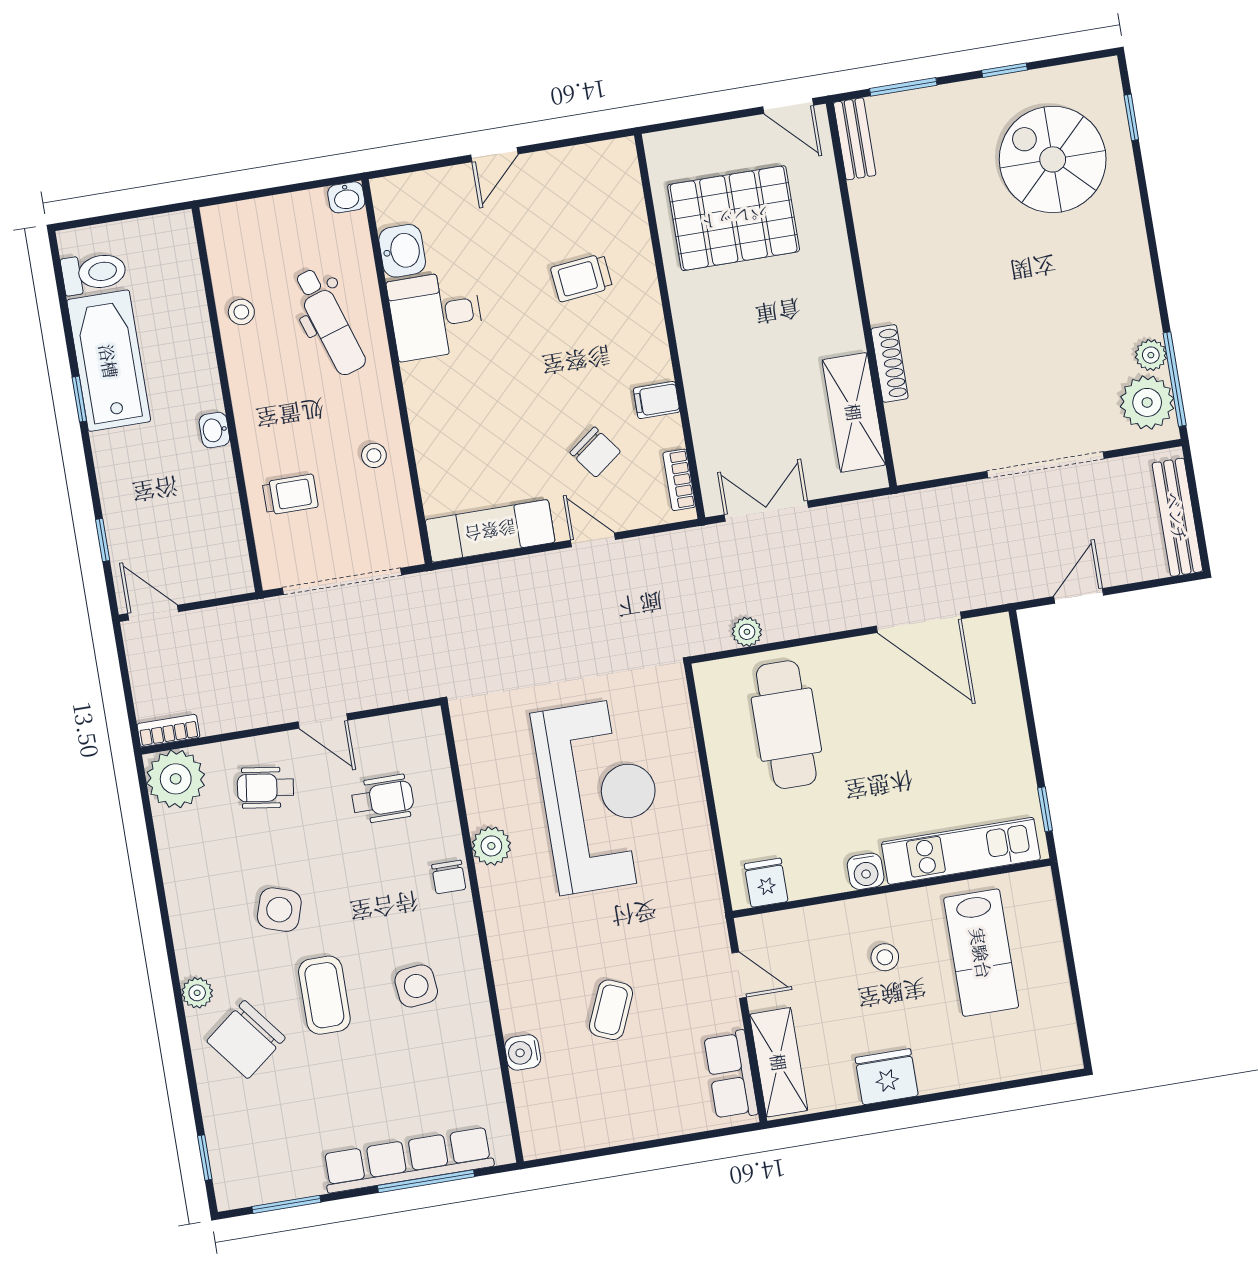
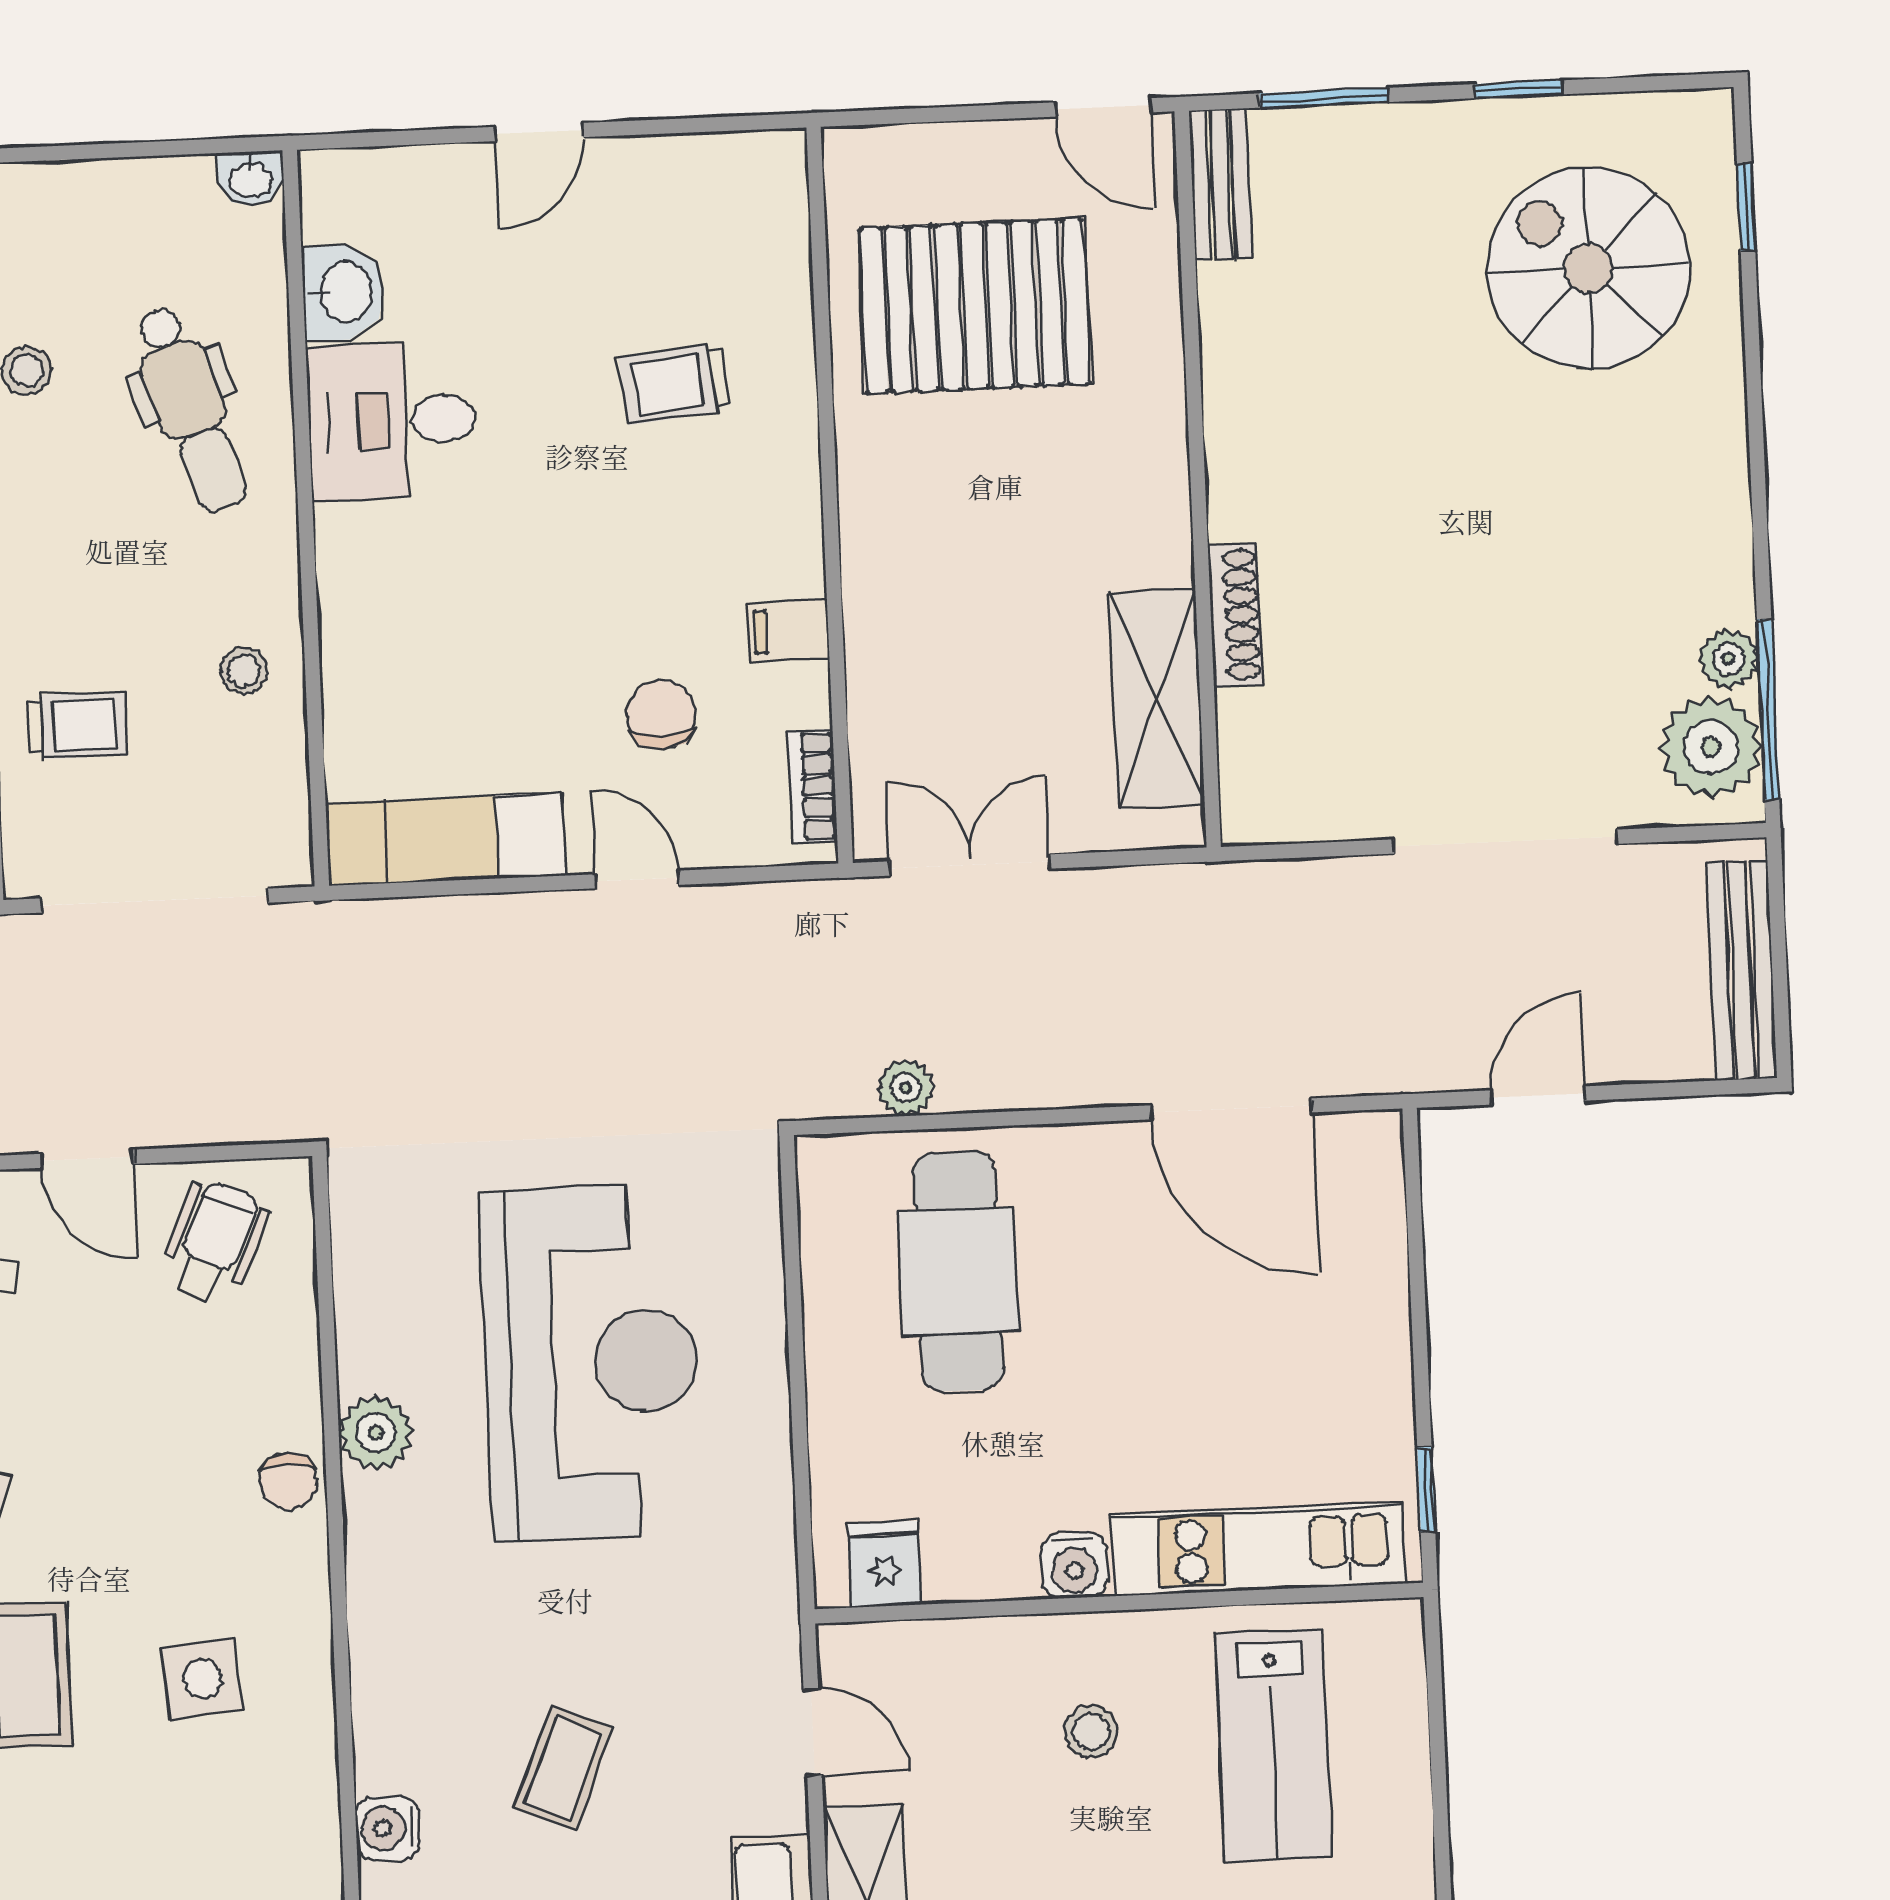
chair: (595, 452) -> (661, 715), turned -143
wheelchair: (383, 799) -> (214, 1242), moved, turned -66

